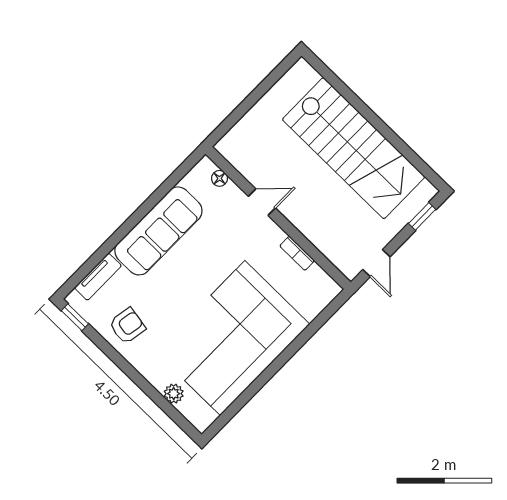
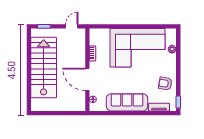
door: (262, 202) -> (87, 79), width x1.87

